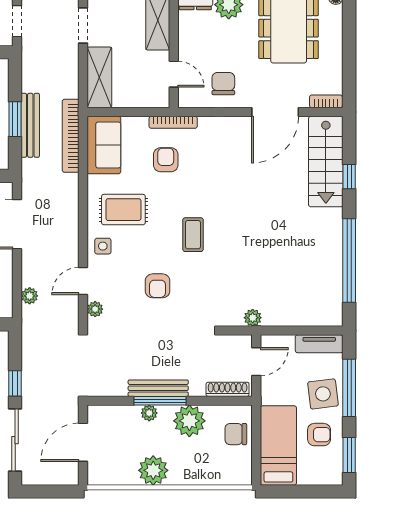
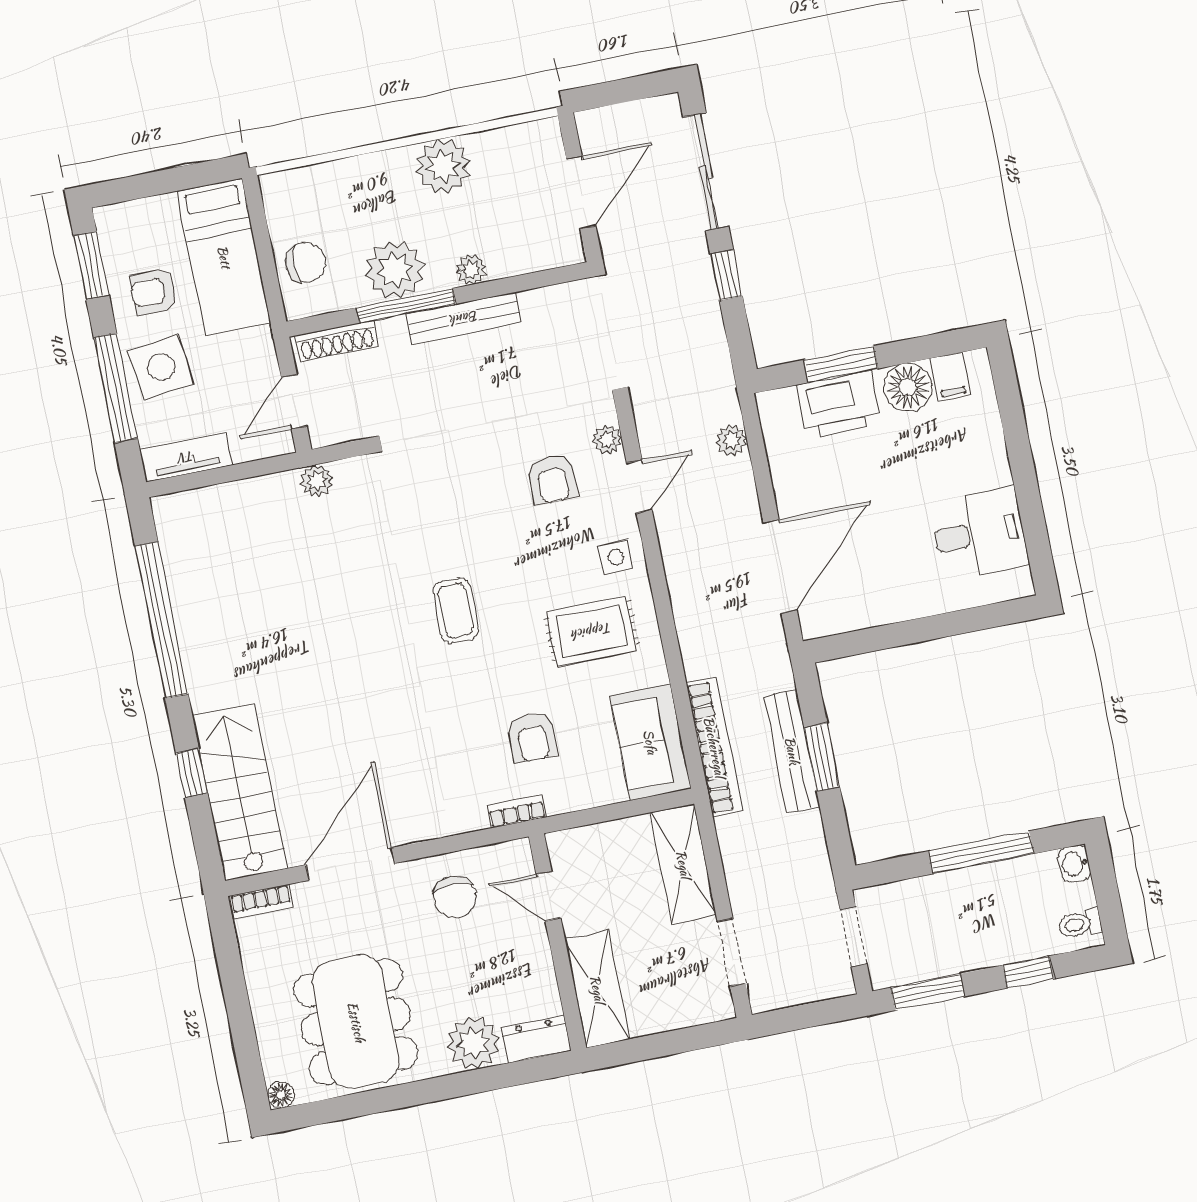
bookcase: (173, 122) -> (517, 812), width x0.64
armchair: (158, 286) -> (552, 479), moved, turned 180
window: (160, 401) -> (406, 306), moved

